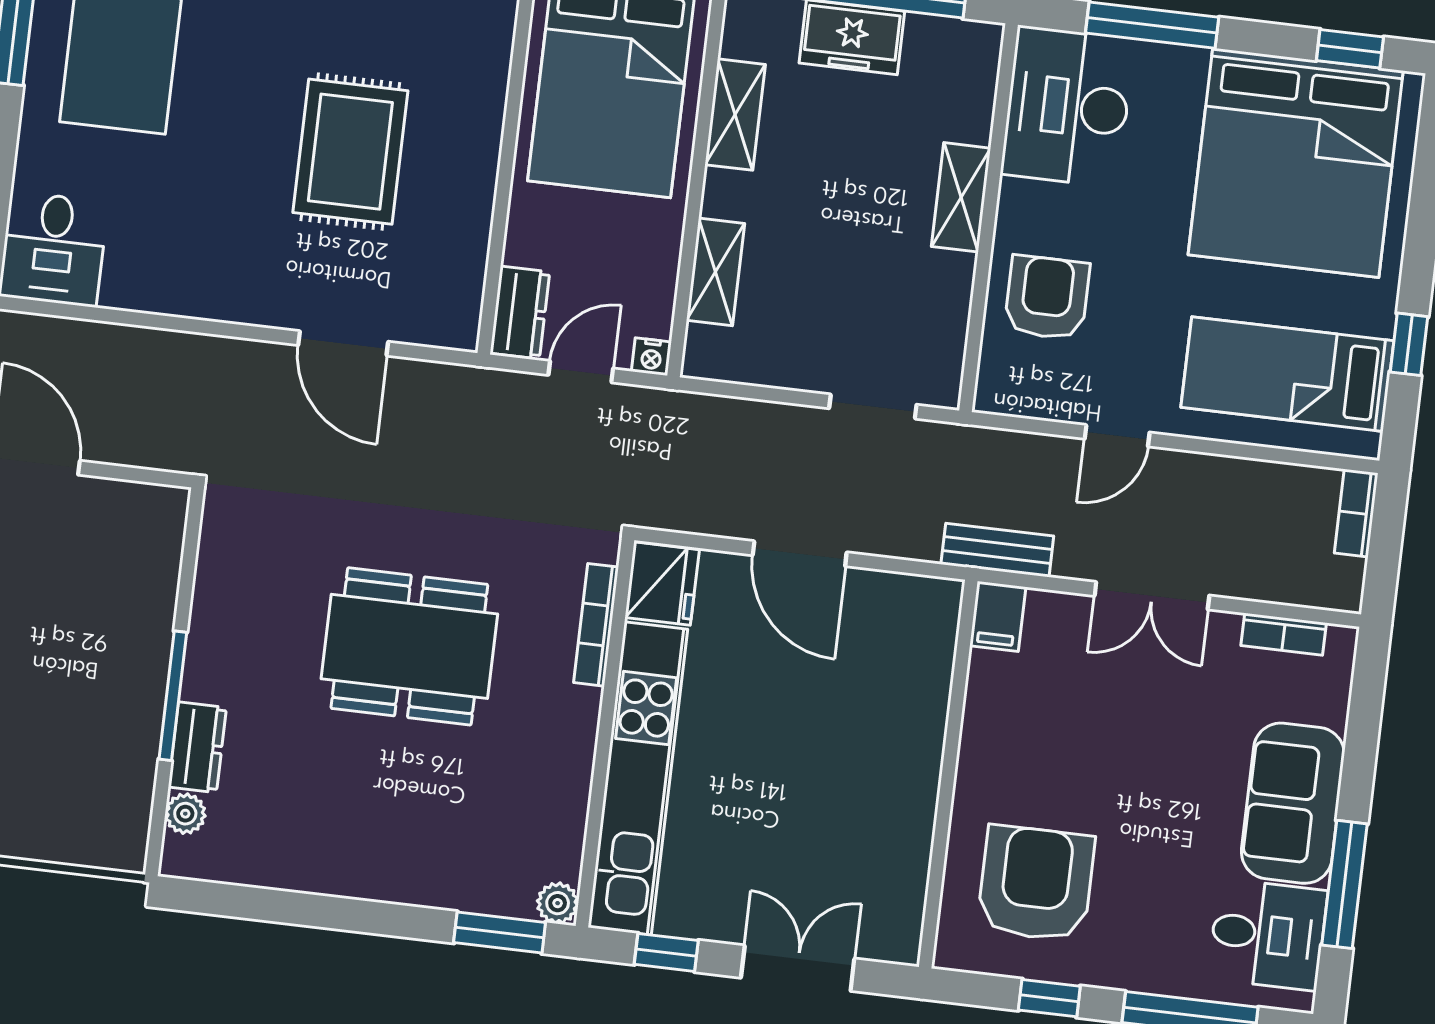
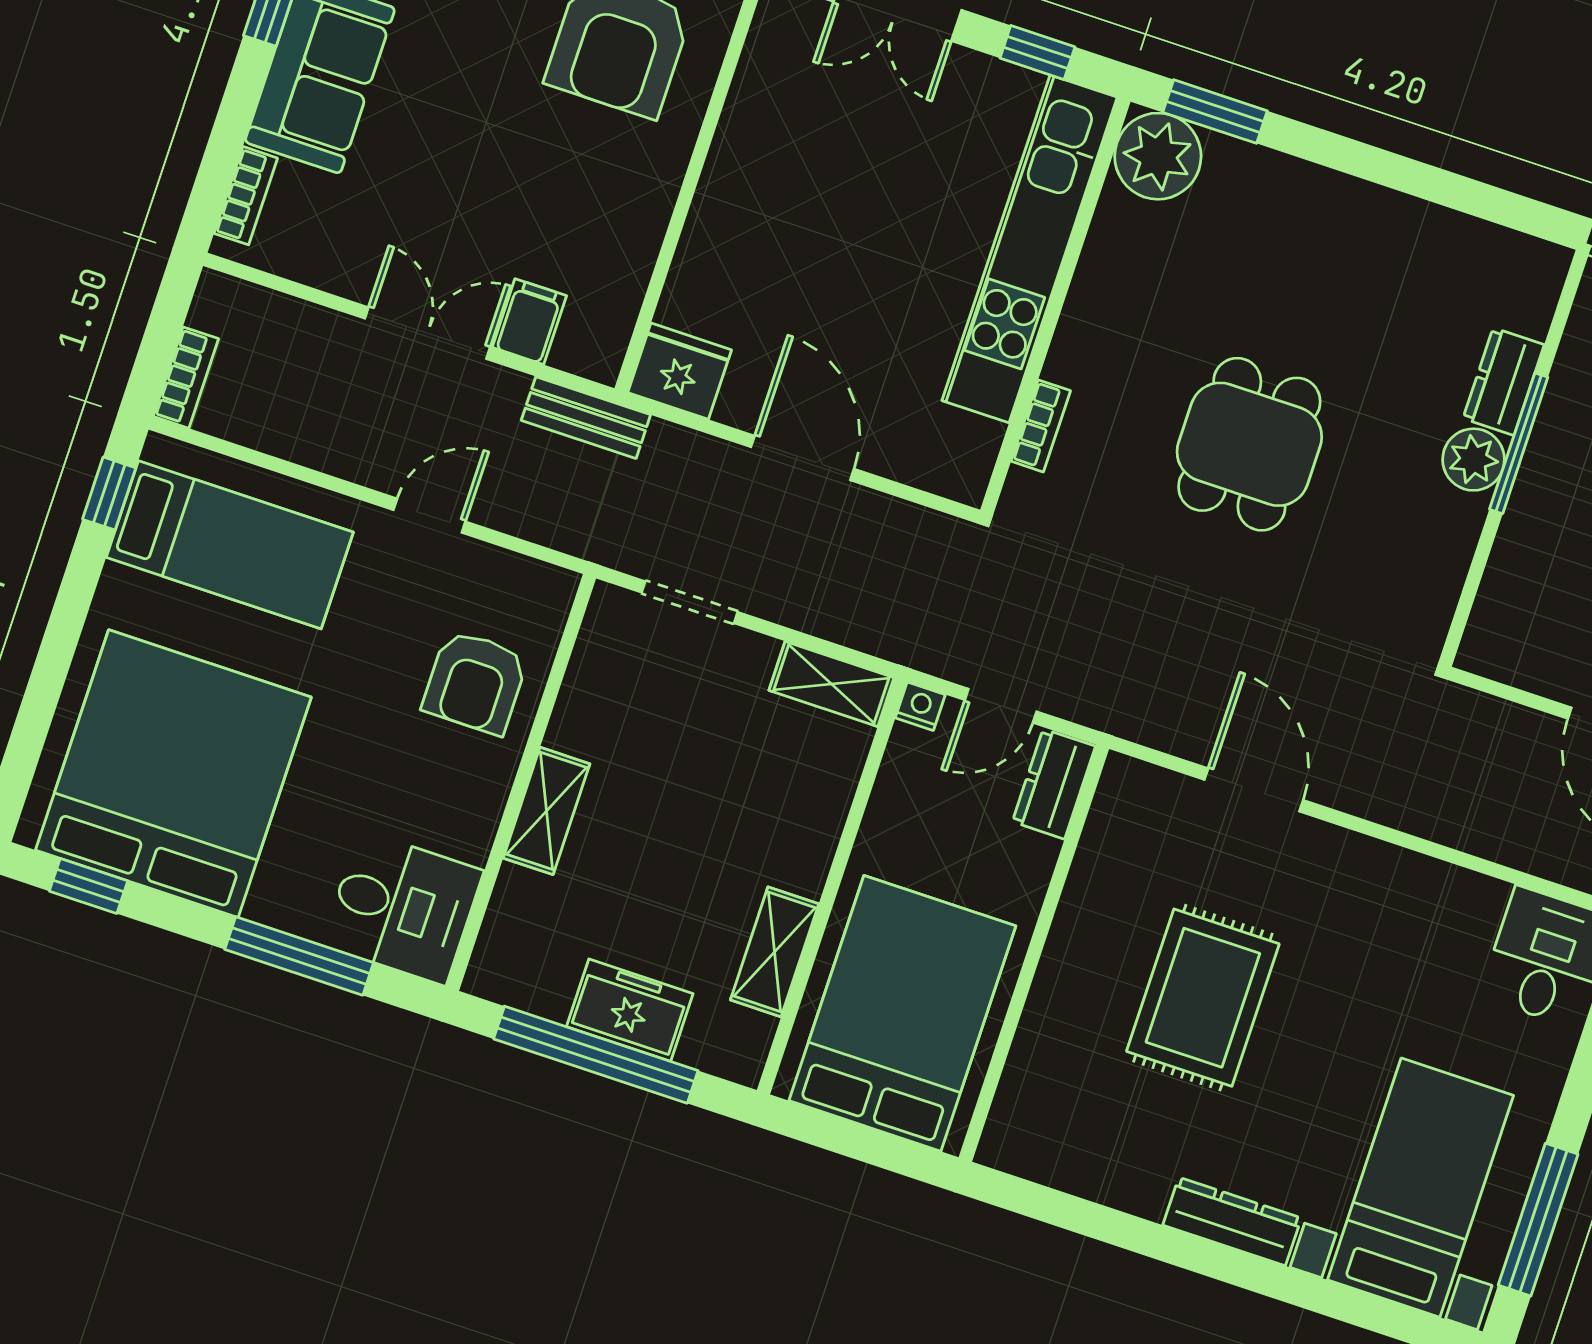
desk: (1068, 106) -> (403, 908), width x0.73
shelving: (715, 272) -> (831, 684), moved, turned 90
window: (1409, 344) -> (109, 494), moved
fridge: (662, 584) -> (680, 371), moved, turned 90
filing cabinet: (998, 616) -> (529, 322), moved
bookcase: (596, 625) -> (1041, 426), width x0.64
bookcase: (1284, 634) -> (246, 196), moved, turned 90
dining table: (409, 646) -> (1249, 444), width x0.73
plant: (185, 814) -> (1473, 460), moved, width x1.38, depth x1.38
plant: (558, 903) -> (1158, 156), width x1.87, depth x1.87

